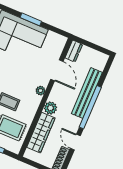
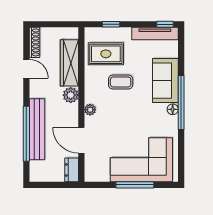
window: (31, 19) -> (135, 185), width x1.44
window: (90, 107) -> (26, 134), moved

